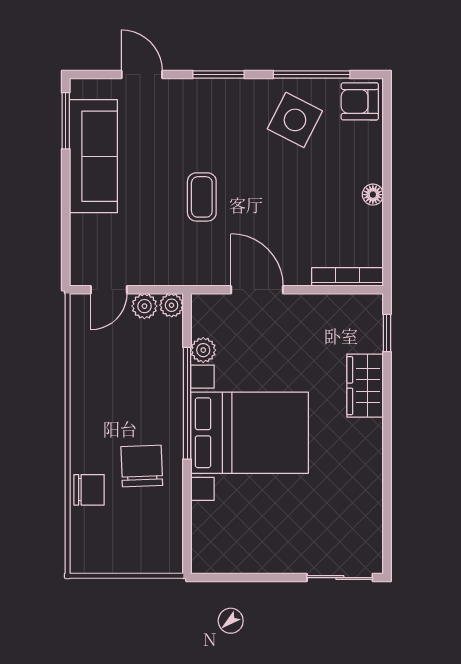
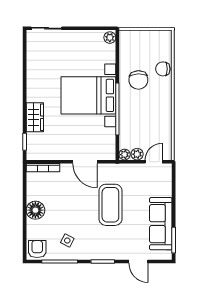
armchair: (360, 101) -> (37, 249), turned -90
side table: (295, 120) -> (67, 240), width x0.54, depth x0.54
floor lamp: (373, 195) -> (35, 210), width x1.89, depth x1.89
coffee table: (202, 197) -> (110, 205), width x1.86, depth x1.72
plant: (203, 350) -> (110, 38), moved

